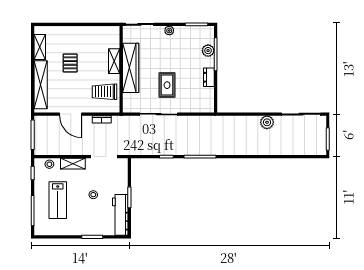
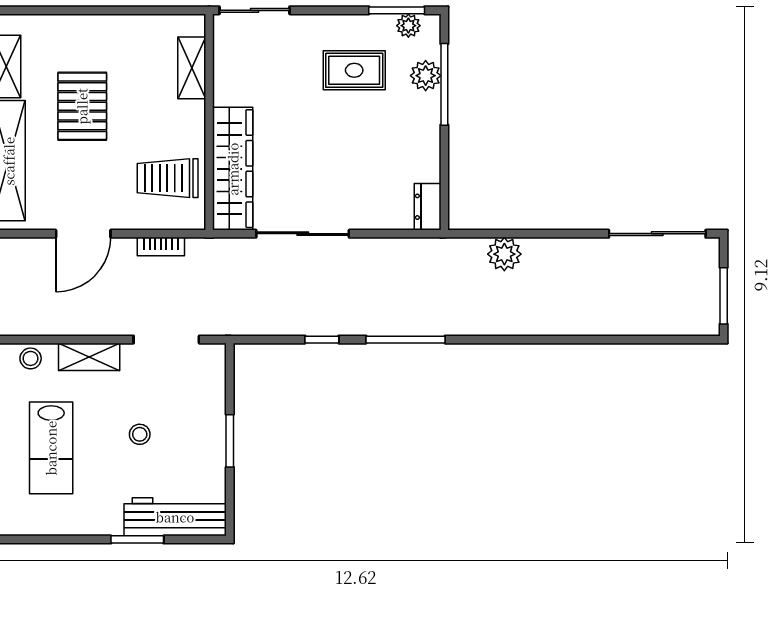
plant: (169, 31) -> (408, 26), moved
shelving: (114, 61) -> (192, 68), moved
pallet: (70, 63) -> (82, 106), width x1.50, depth x1.42
wardrobe: (131, 68) -> (233, 169), moved
dresser: (209, 77) -> (428, 207), moved
rug: (167, 85) -> (354, 70), moved, turned 90
door: (71, 114) -> (83, 234), hinge flipped
plant: (267, 122) -> (504, 254), moved
workbench: (120, 215) -> (175, 517), moved, turned 90

